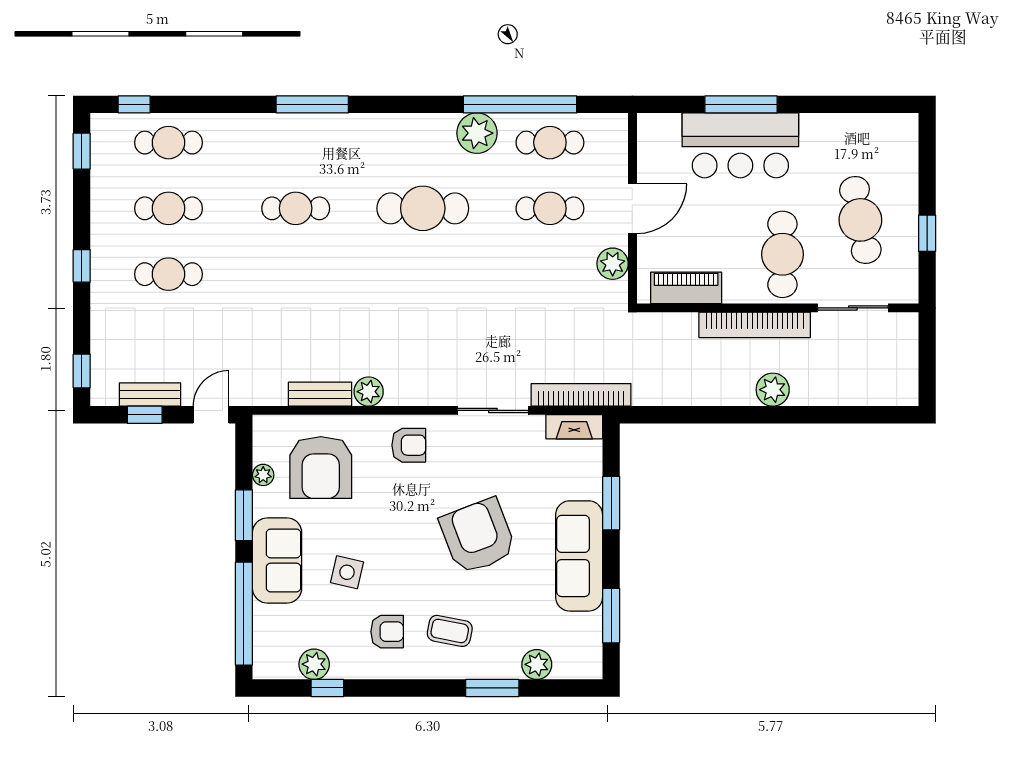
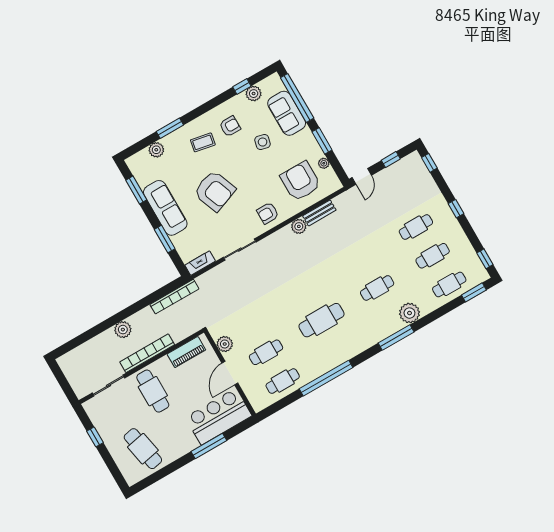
window: (134, 104) -> (474, 292), width x1.50
window: (520, 104) -> (326, 378), moved
plant: (477, 133) -> (409, 313), moved
bar counter: (740, 145) -> (219, 417), moved
cafe table: (860, 220) -> (143, 449), moved
bench: (150, 394) -> (394, 170), removed
bookcase: (581, 395) -> (174, 297), moved
sofa: (277, 560) -> (287, 113), moved
armchair: (387, 632) -> (230, 126), turned 180

